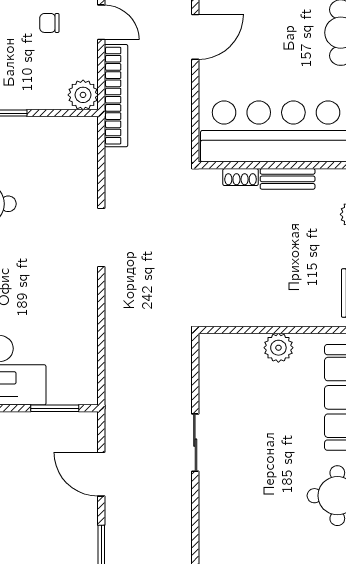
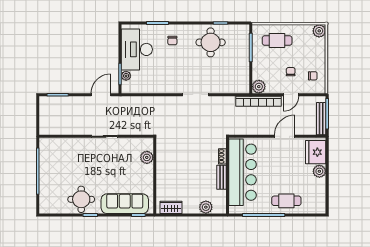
door: (195, 37) -> (285, 136), swing flipped
plant: (278, 348) -> (147, 157), moved
plant: (59, 394) -> (126, 76), added
door: (101, 474) -> (101, 95), moved

